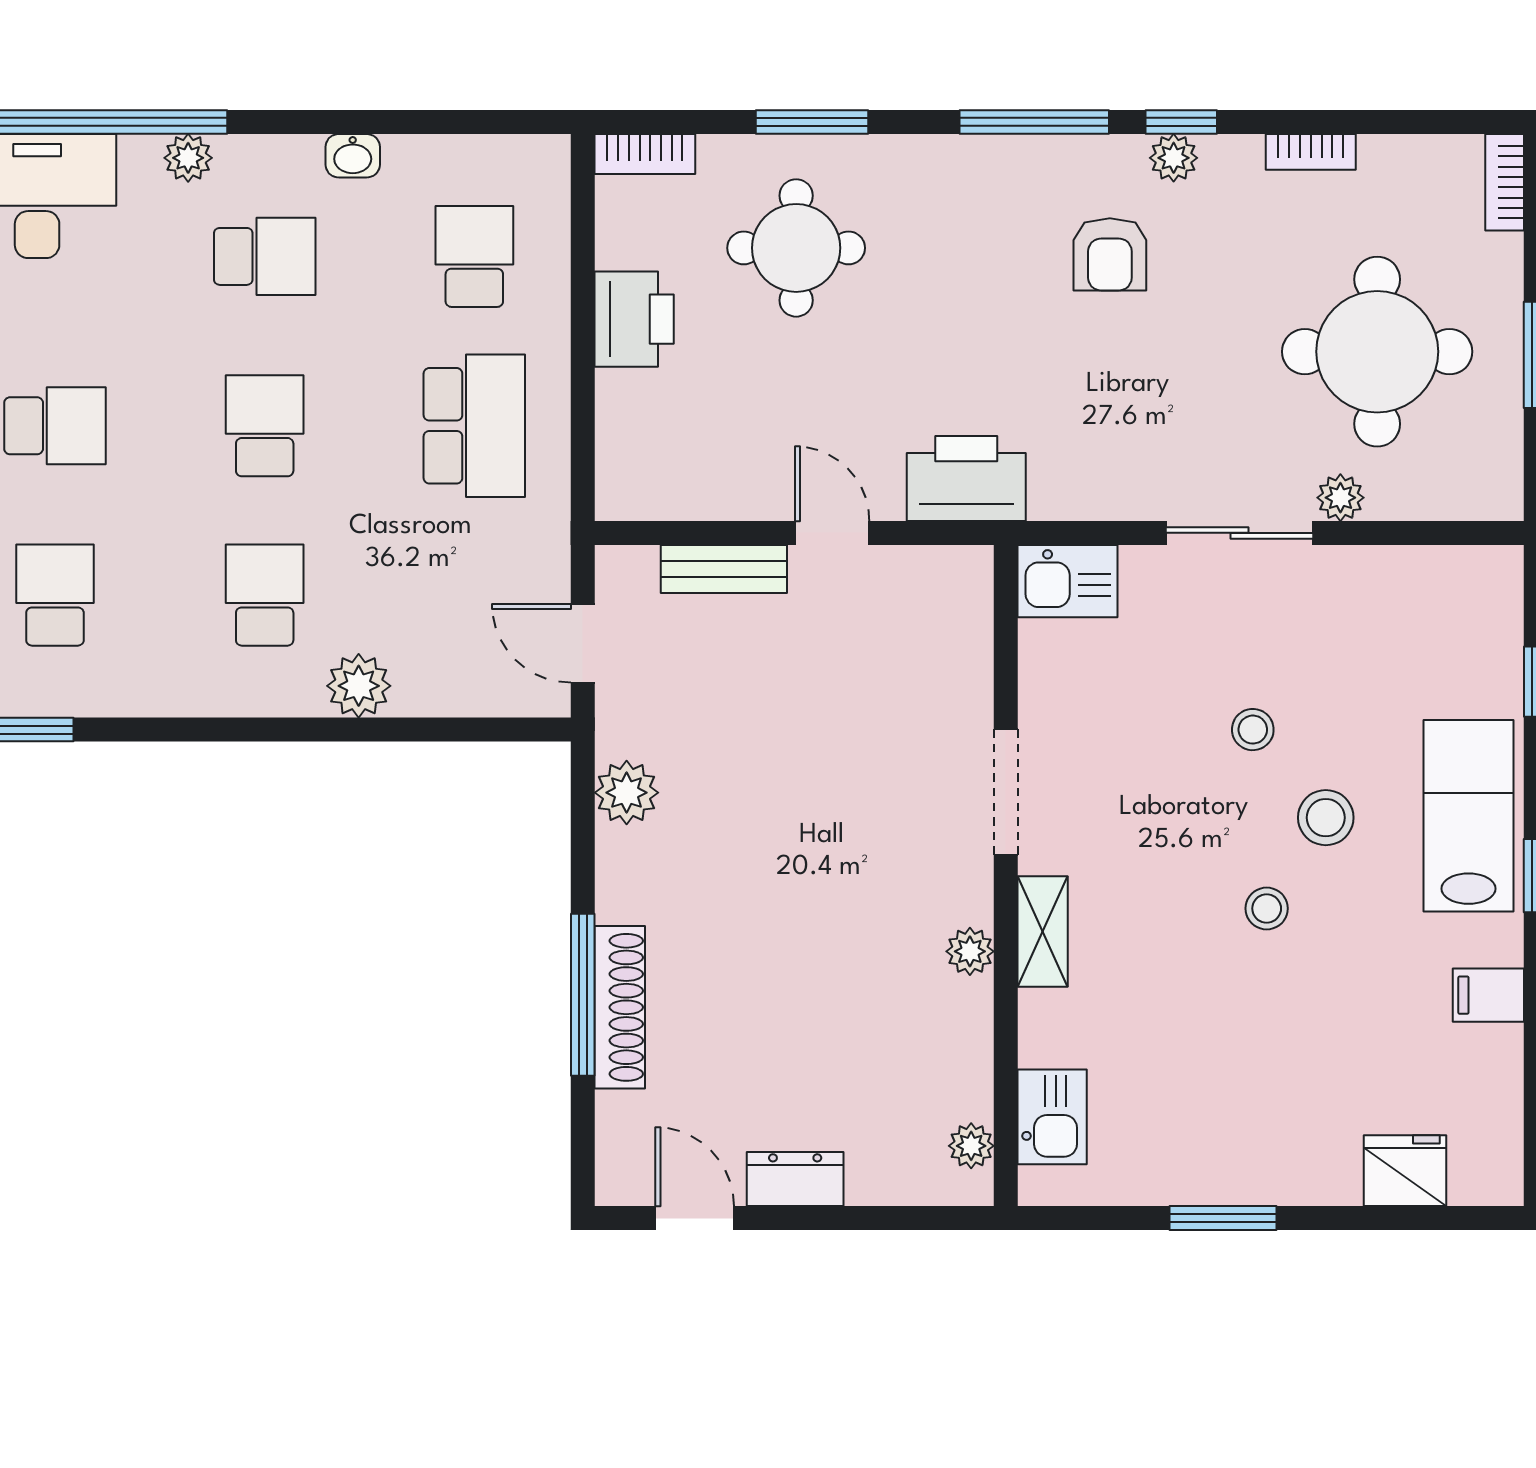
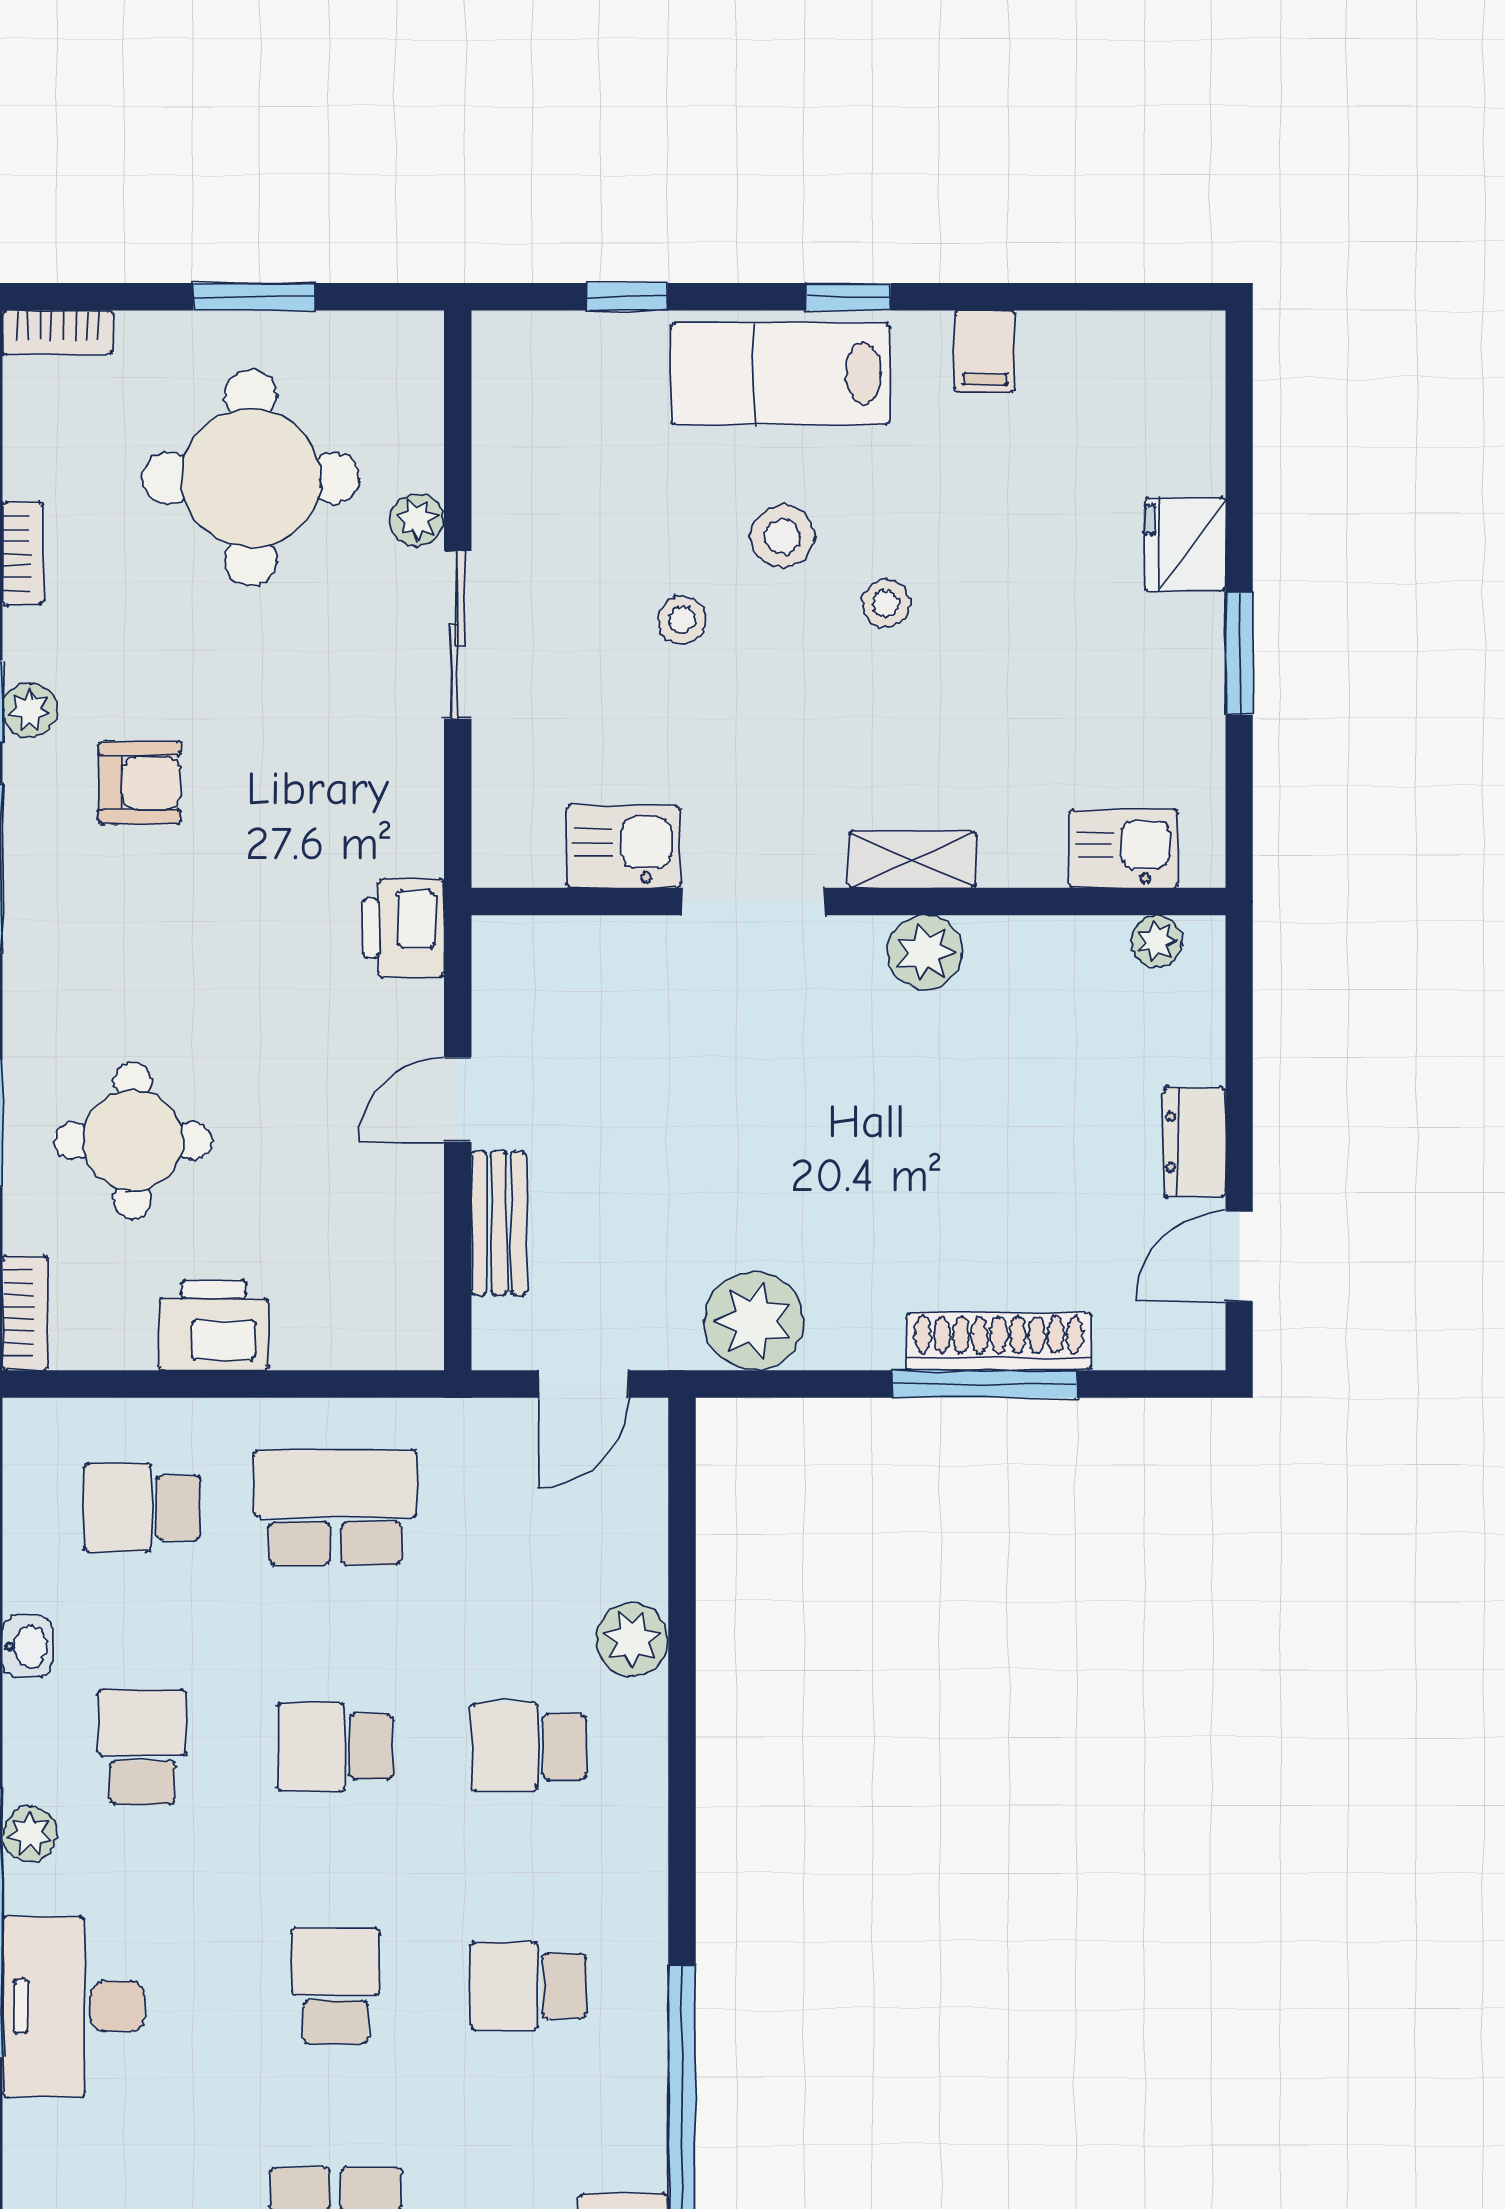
printer: (966, 478) -> (403, 928), width x0.73, depth x0.84
kitchen sink: (1068, 581) -> (623, 847), moved, turned -90
plant: (627, 793) -> (754, 1321), width x1.36, depth x1.36
plant: (970, 951) -> (925, 952), width x1.38, depth x1.38
fridge: (1405, 1171) -> (1185, 544), moved

